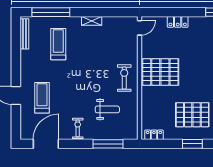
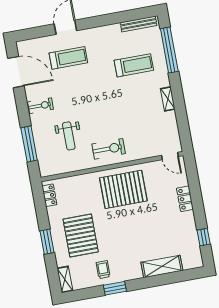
pallet: (160, 72) -> (123, 189), turned 90

